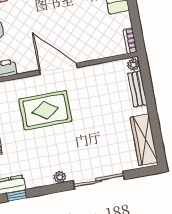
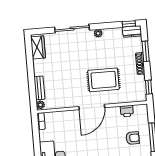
door: (58, 69) -> (92, 107), hinge flipped
wardrobe: (144, 140) -> (38, 47), width x0.67

